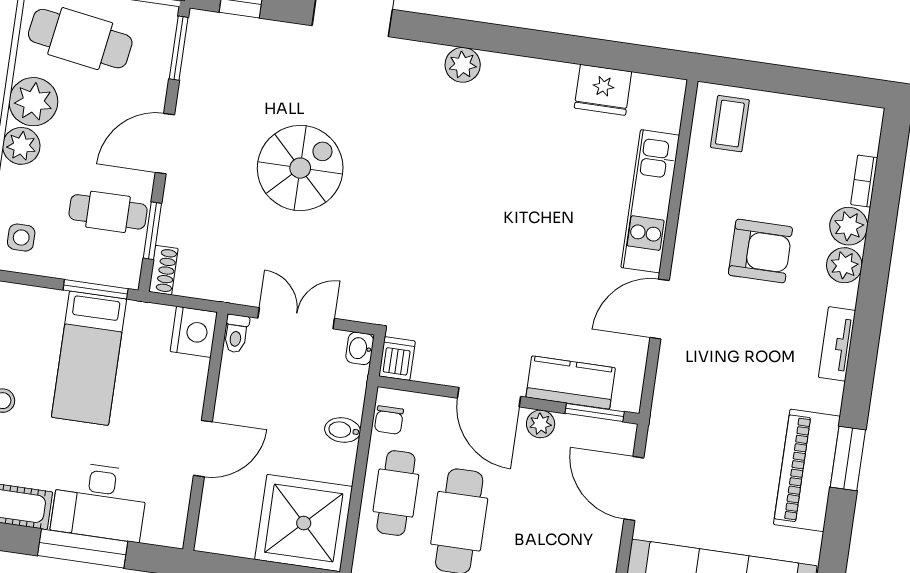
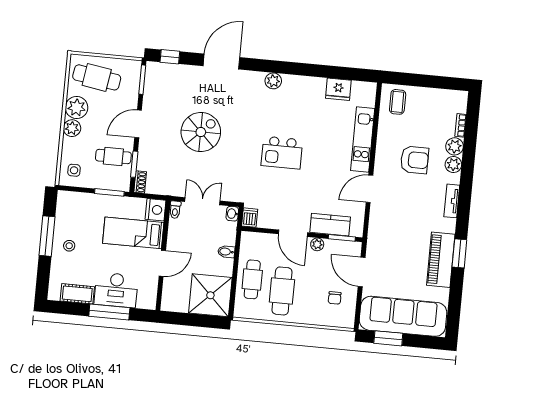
kitchen island: (474, 221) -> (282, 153), added
bed: (89, 358) -> (133, 233), moved, turned 90
chair: (389, 420) -> (335, 298), moved

